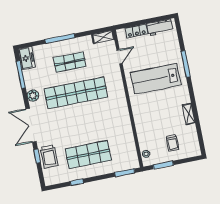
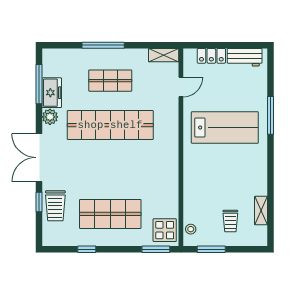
freezer: (27, 58) -> (52, 93), moved
lab bench: (156, 79) -> (225, 128), turned 180
shelving: (189, 114) -> (261, 211), moved
display table: (128, 158) -> (165, 230), added

